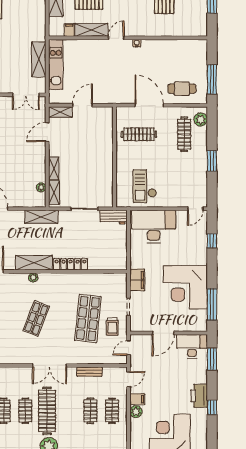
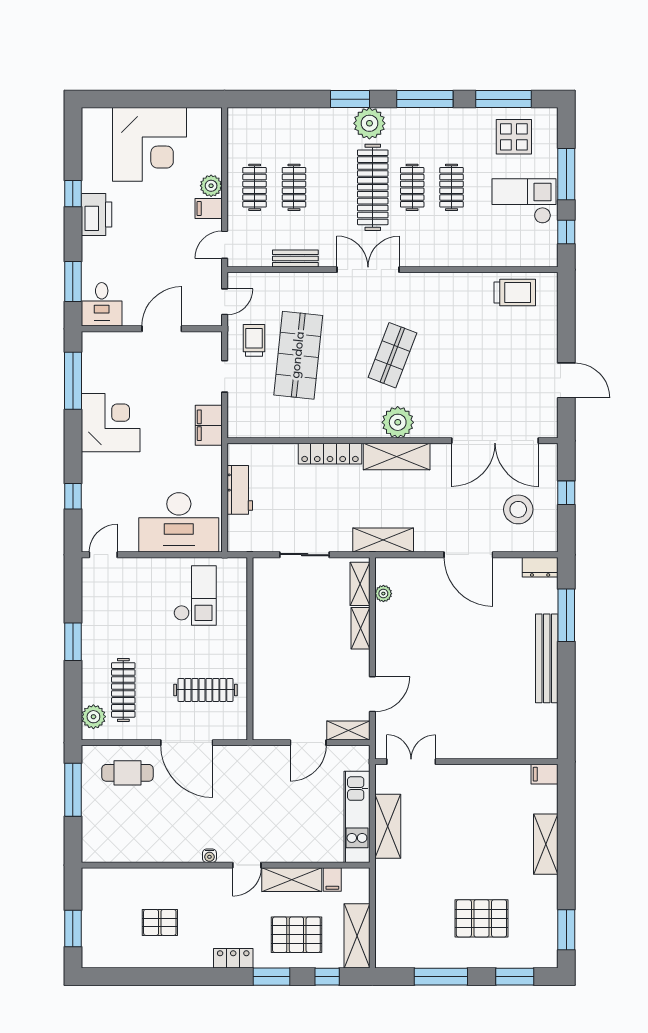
workbench: (114, 217) -> (240, 490), moved, turned 90
plant: (33, 277) -> (398, 422), width x1.87, depth x1.87
corner desk: (185, 287) -> (111, 423), width x0.74, depth x0.74
desk: (192, 346) -> (102, 304), width x0.73

